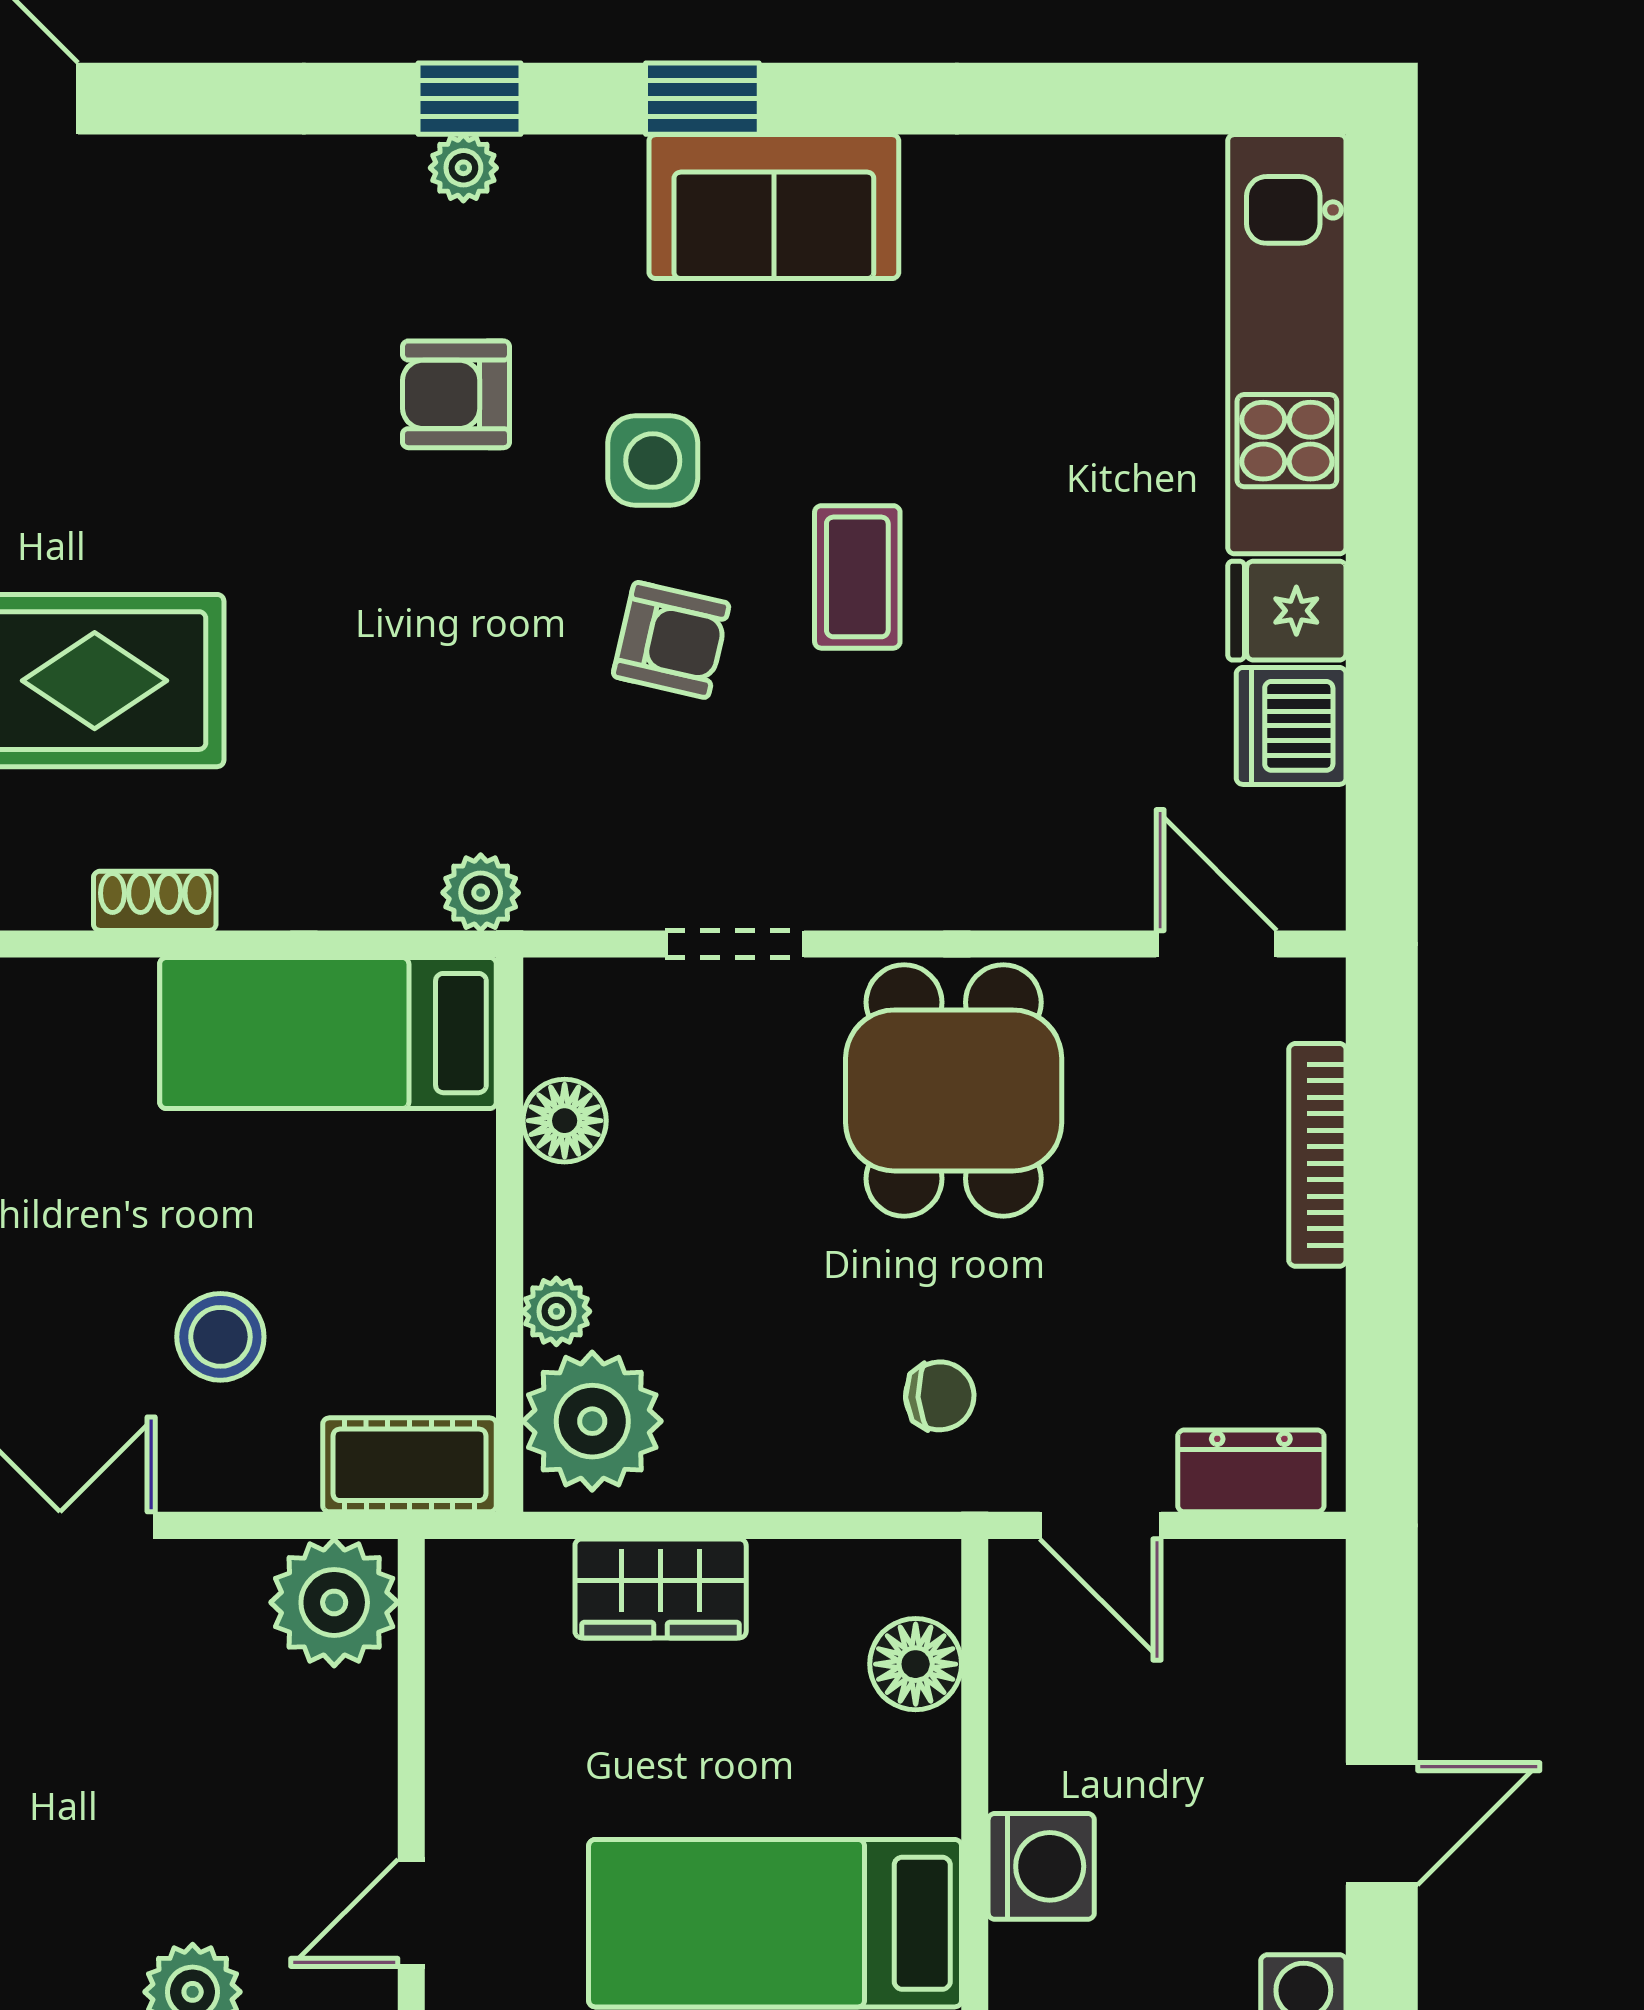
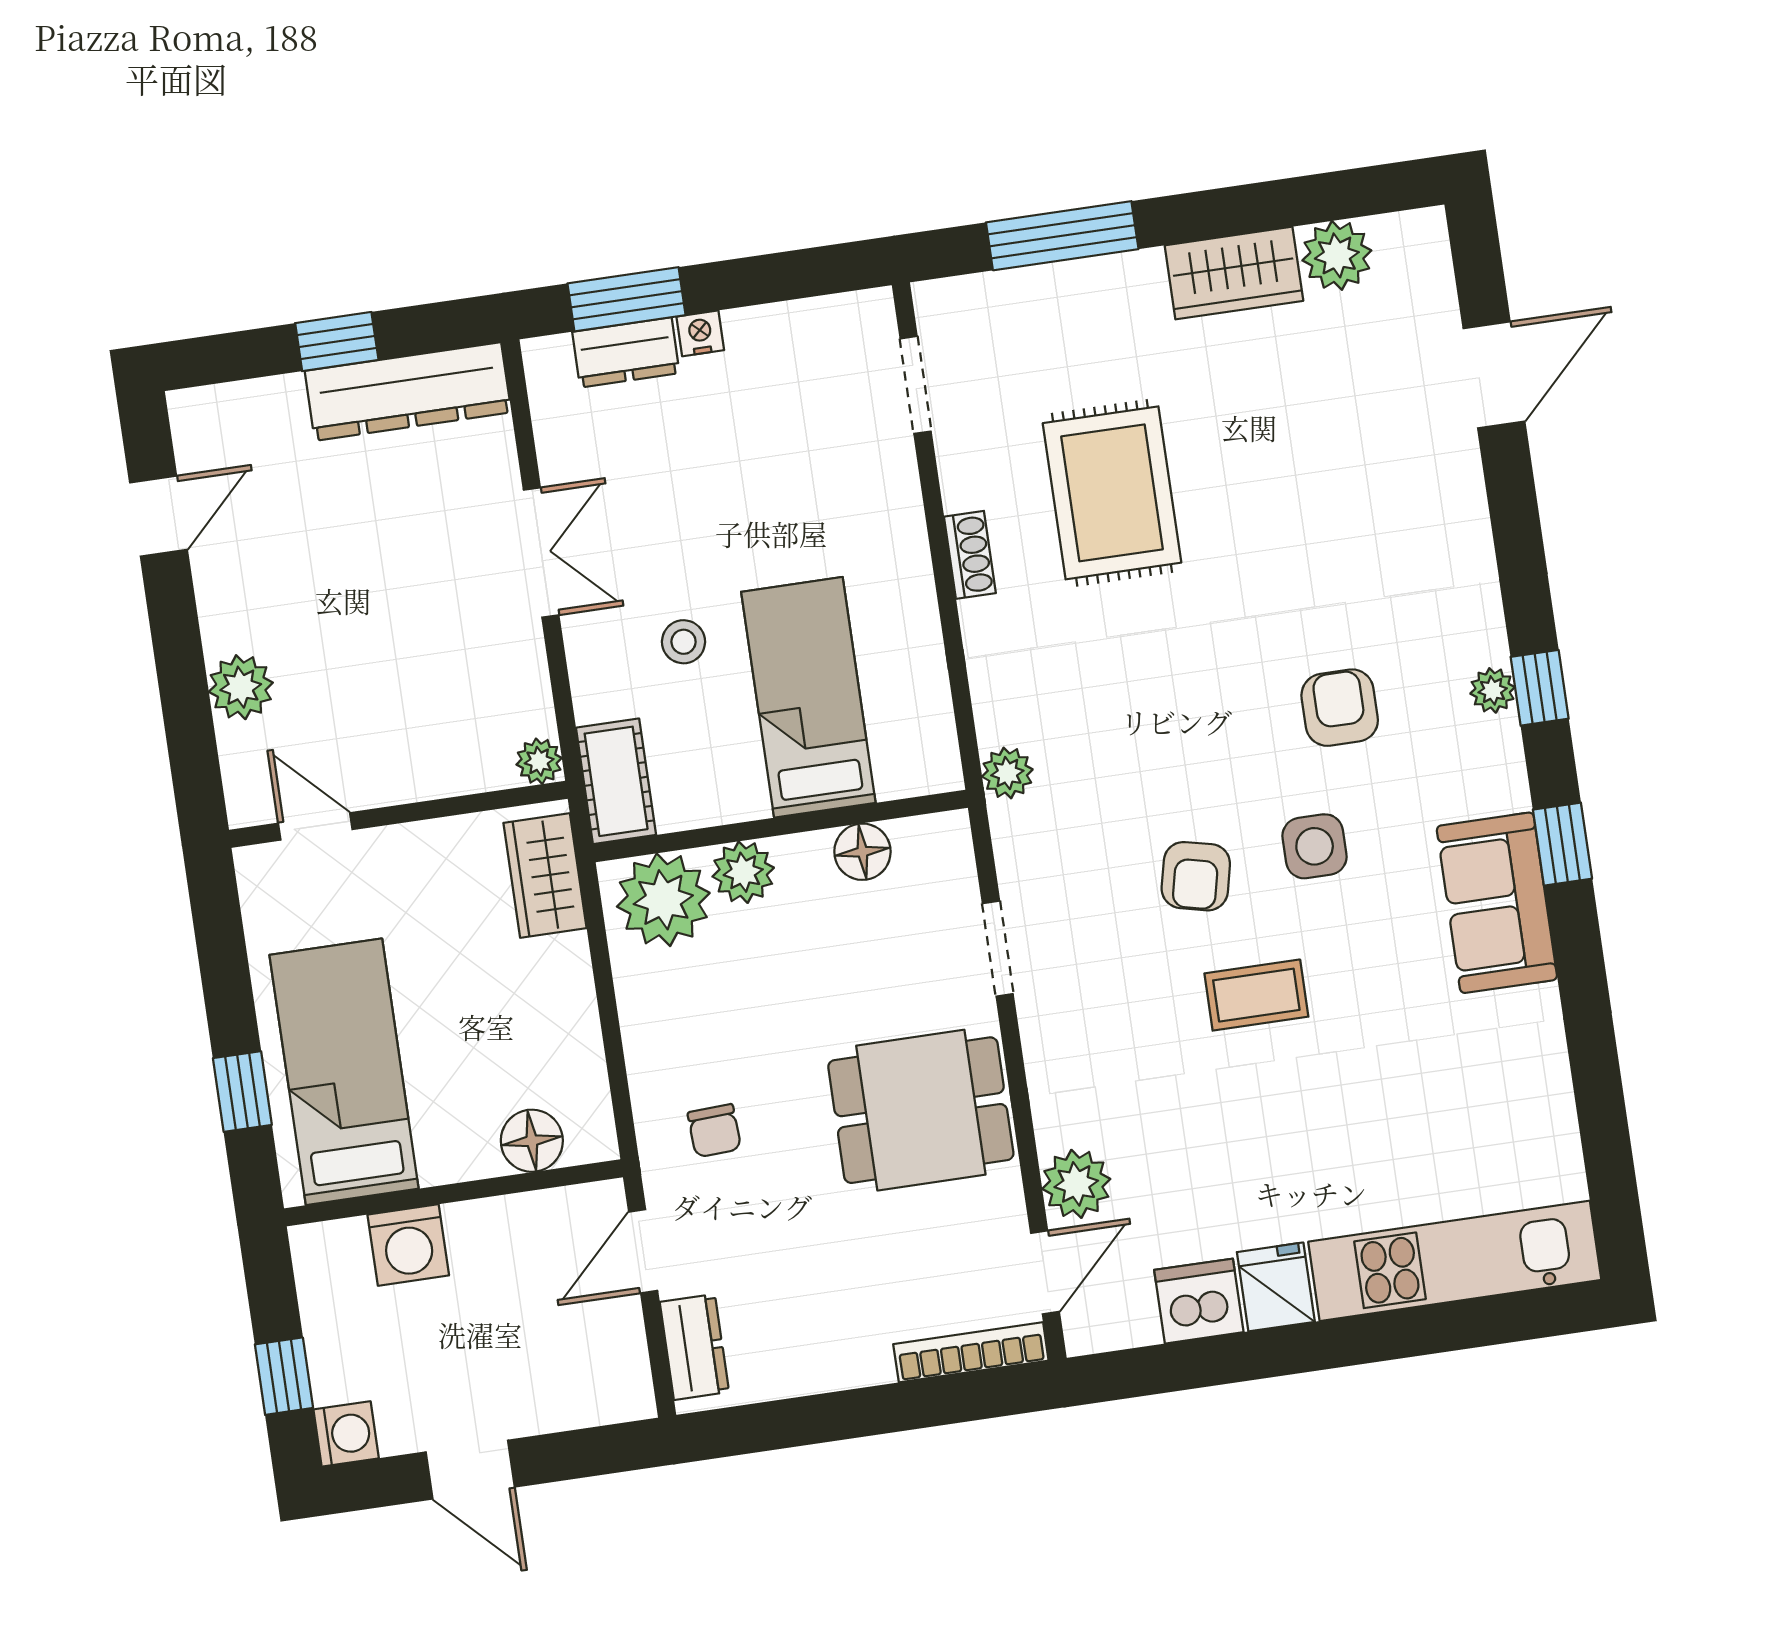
plant: (1094, 880) -> (1076, 1184), added
bed: (328, 1033) -> (808, 697), moved
bookcase: (1317, 1155) -> (971, 1352), moved
plant: (556, 1311) -> (743, 872), width x1.38, depth x1.38
stool: (220, 1337) -> (684, 642), width x0.73, depth x0.73
wardrobe: (661, 1588) -> (545, 876), moved
plant: (334, 1602) -> (539, 761), width x0.53, depth x0.53

